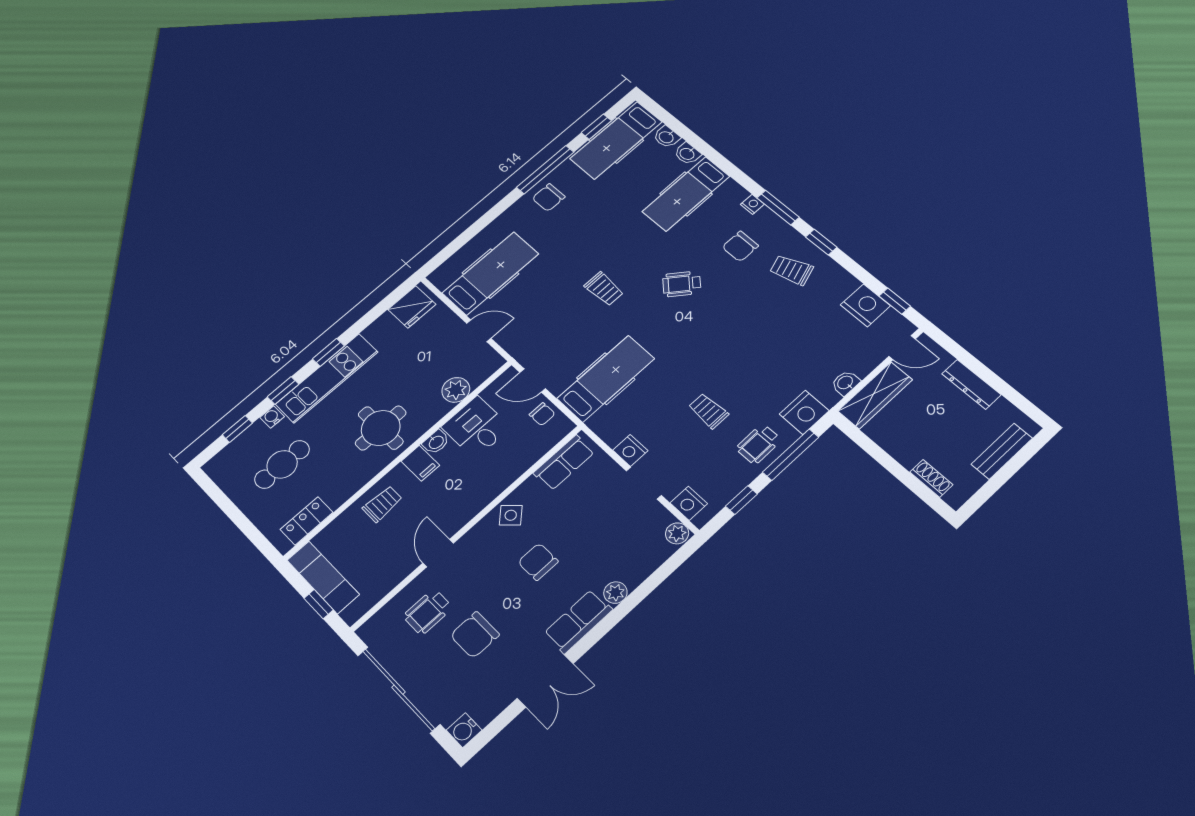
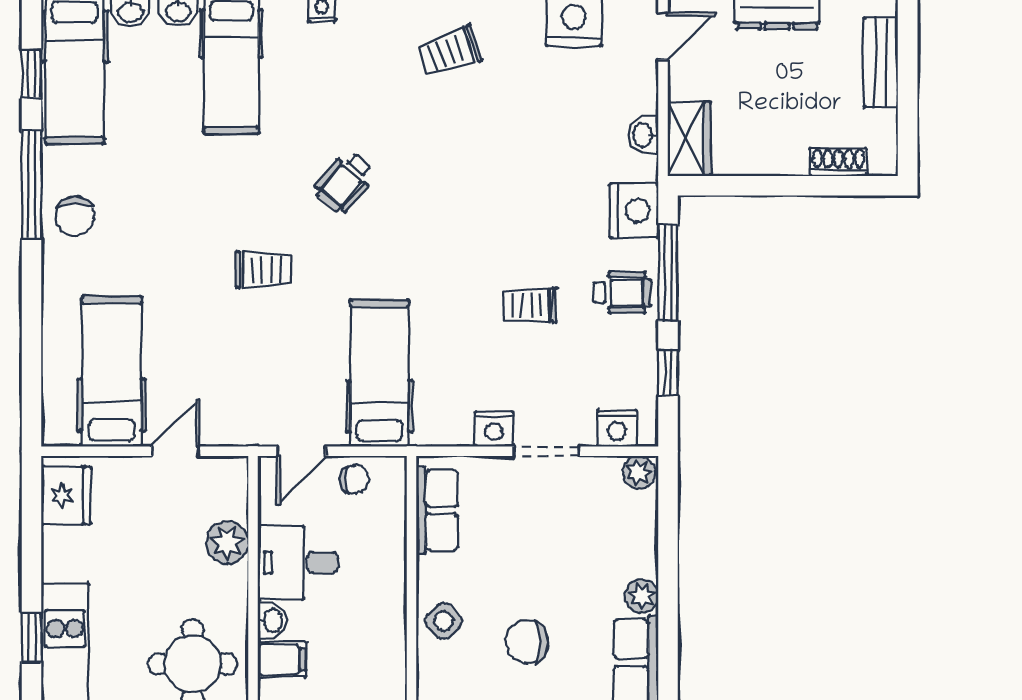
chair: (740, 246) -> (362, 75), removed
wardrobe: (875, 395) -> (689, 139), width x0.67
wheelchair: (759, 444) -> (622, 293), turned -89

